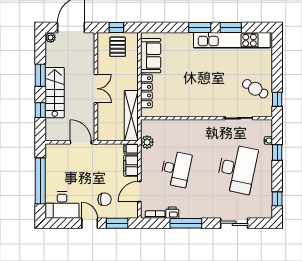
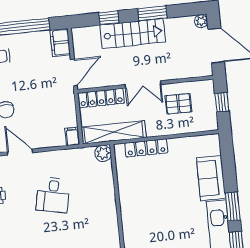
pallet: (118, 47) -> (178, 104), moved
sofa: (151, 56) -> (211, 178), moved, turned 90
locker: (103, 123) -> (101, 98), added
plant: (147, 142) -> (103, 153), moved
filing cabinet: (131, 166) -> (60, 42), moved, turned -90
desk: (176, 169) -> (53, 195), width x0.73

